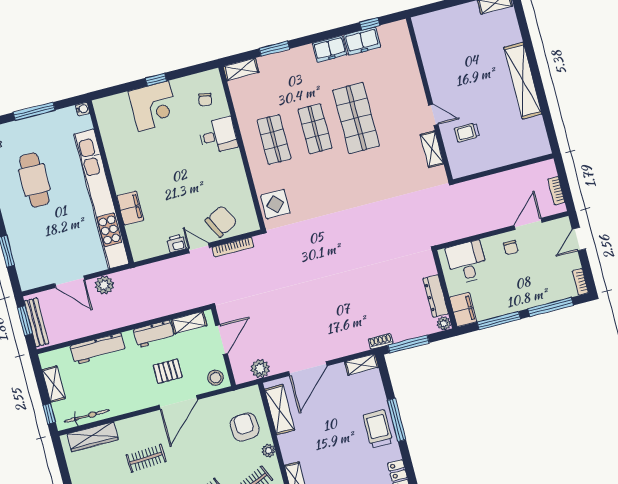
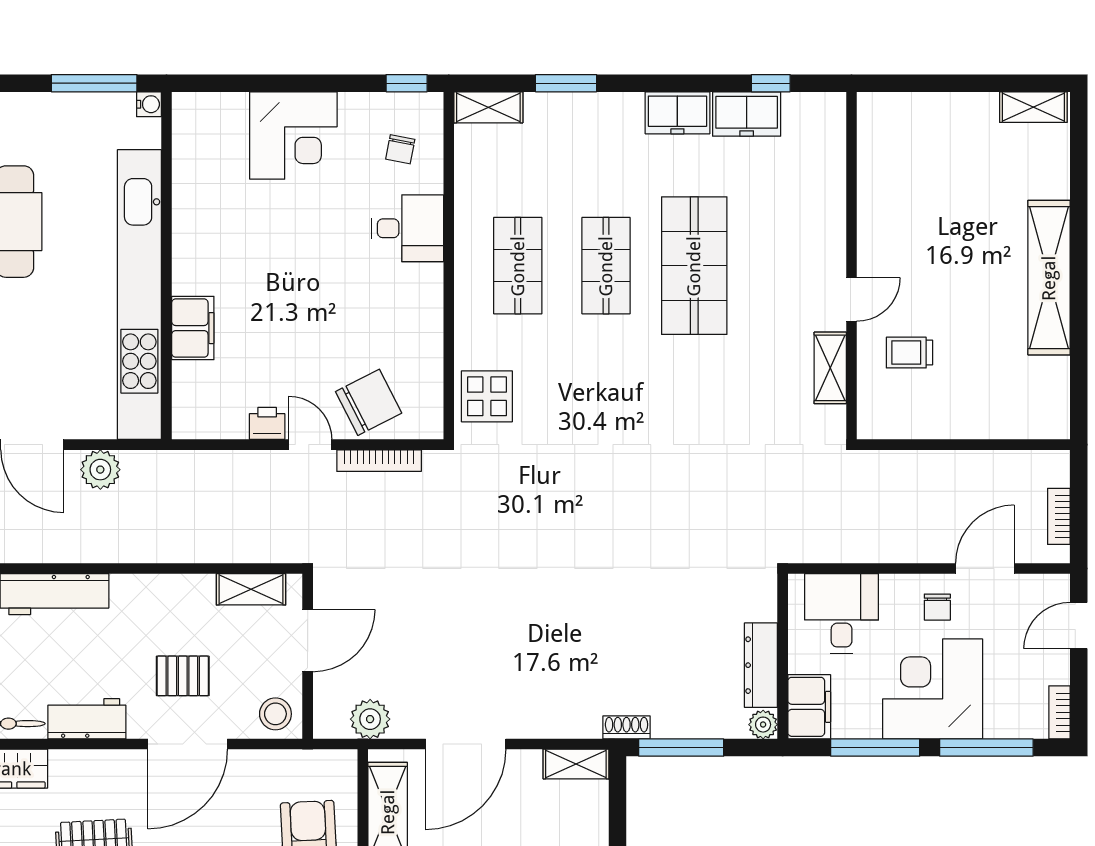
window: (156, 80) -> (407, 83), moved
window: (34, 111) -> (94, 83), moved
door: (433, 115) -> (851, 299), hinge flipped
corner desk: (518, 286) -> (933, 689), added
workbench: (154, 334) -> (87, 719), moved, turned 180

